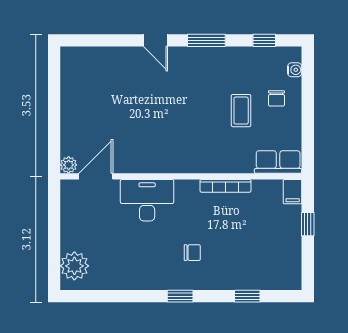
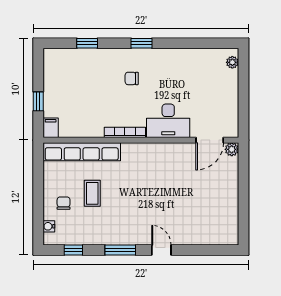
row of seats: (278, 162) -> (82, 152), width x2.02
bookcase: (225, 186) -> (125, 132), moved
plant: (74, 266) -> (232, 62), width x0.53, depth x0.53

